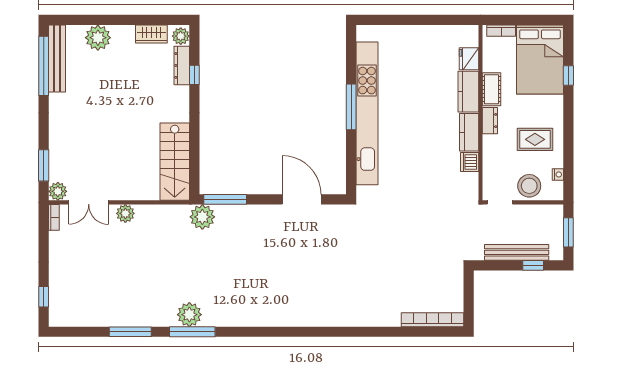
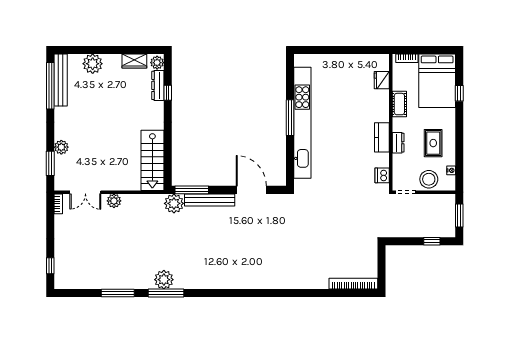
kitchen counter: (468, 92) -> (381, 106), removed
dresser: (490, 121) -> (398, 143), moved
rug: (535, 139) -> (433, 143), turned 90
dishwasher: (470, 162) -> (382, 175), moved
plant: (58, 191) -> (61, 147), moved
bench: (517, 252) -> (210, 200), moved

